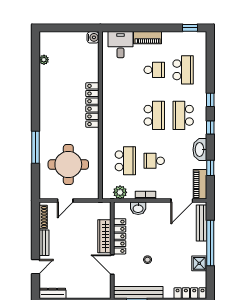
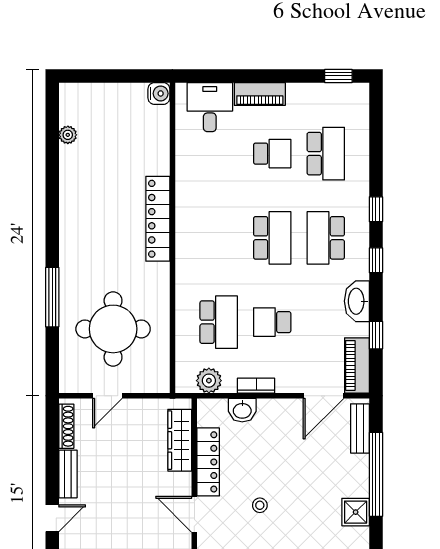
bench: (202, 223) -> (360, 428), width x0.73
wardrobe: (104, 236) -> (180, 440), moved

